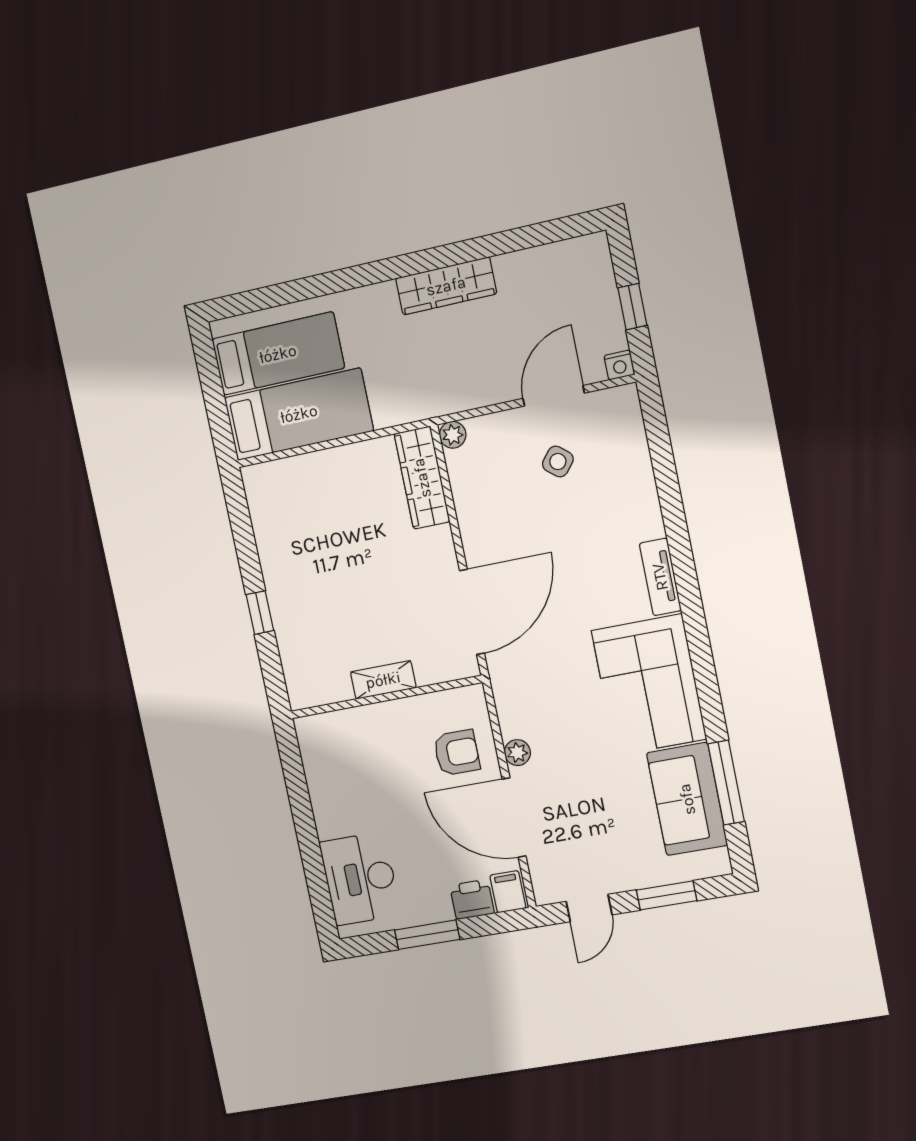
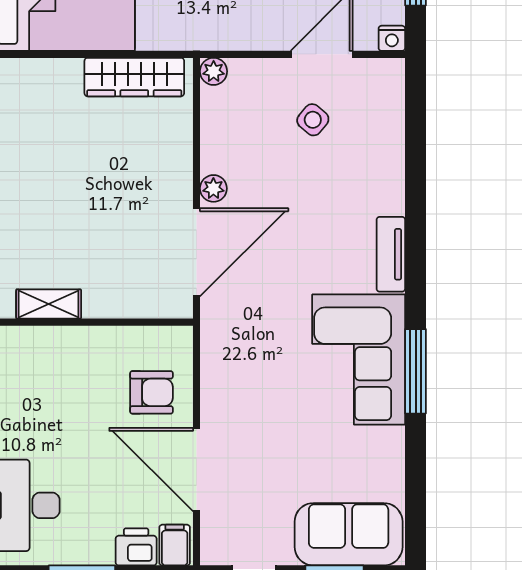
wardrobe: (422, 478) -> (134, 77), moved, turned -90
shelving: (383, 680) -> (49, 304), moved
plant: (517, 753) -> (213, 188), moved
window: (726, 783) -> (416, 371), moved
sofa: (687, 799) -> (349, 534), moved, turned 90

